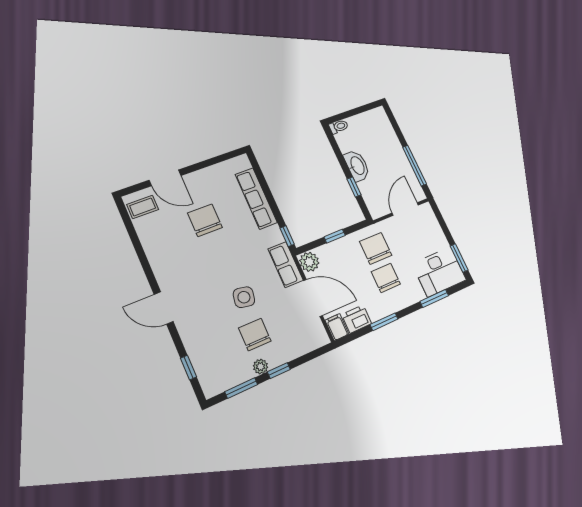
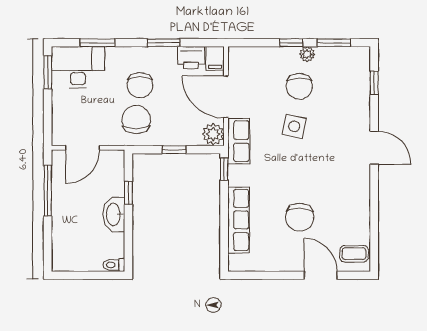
chair: (376, 248) -> (136, 120), turned 180

